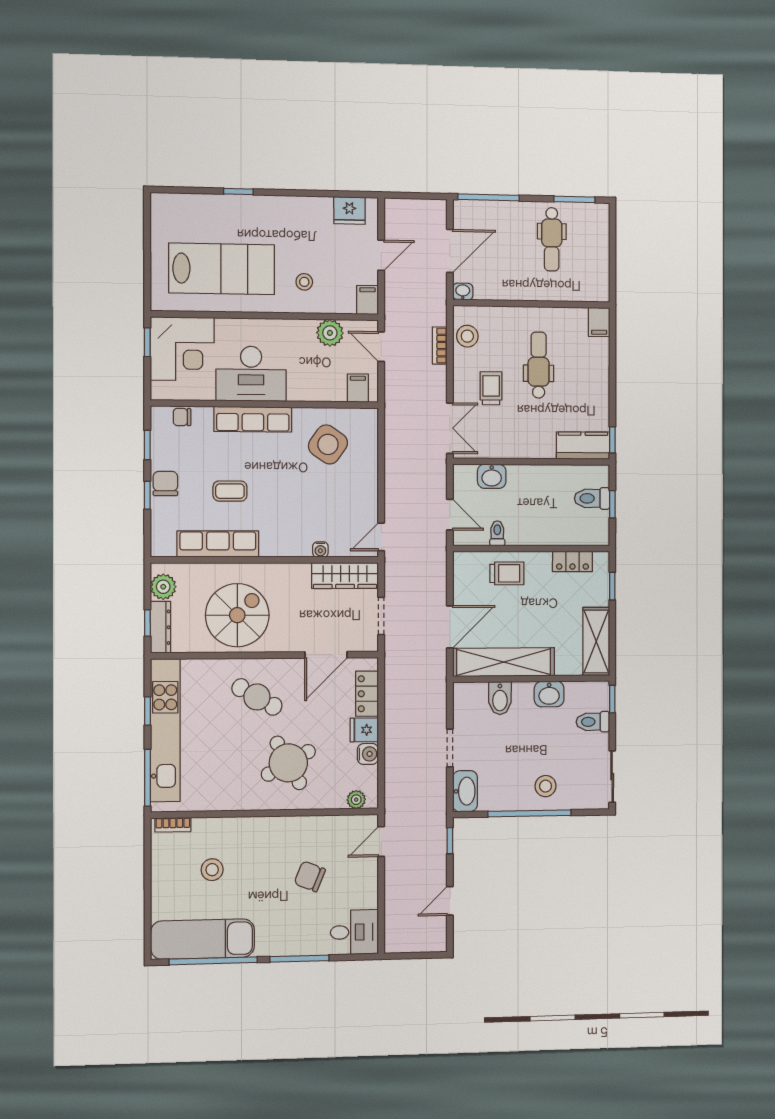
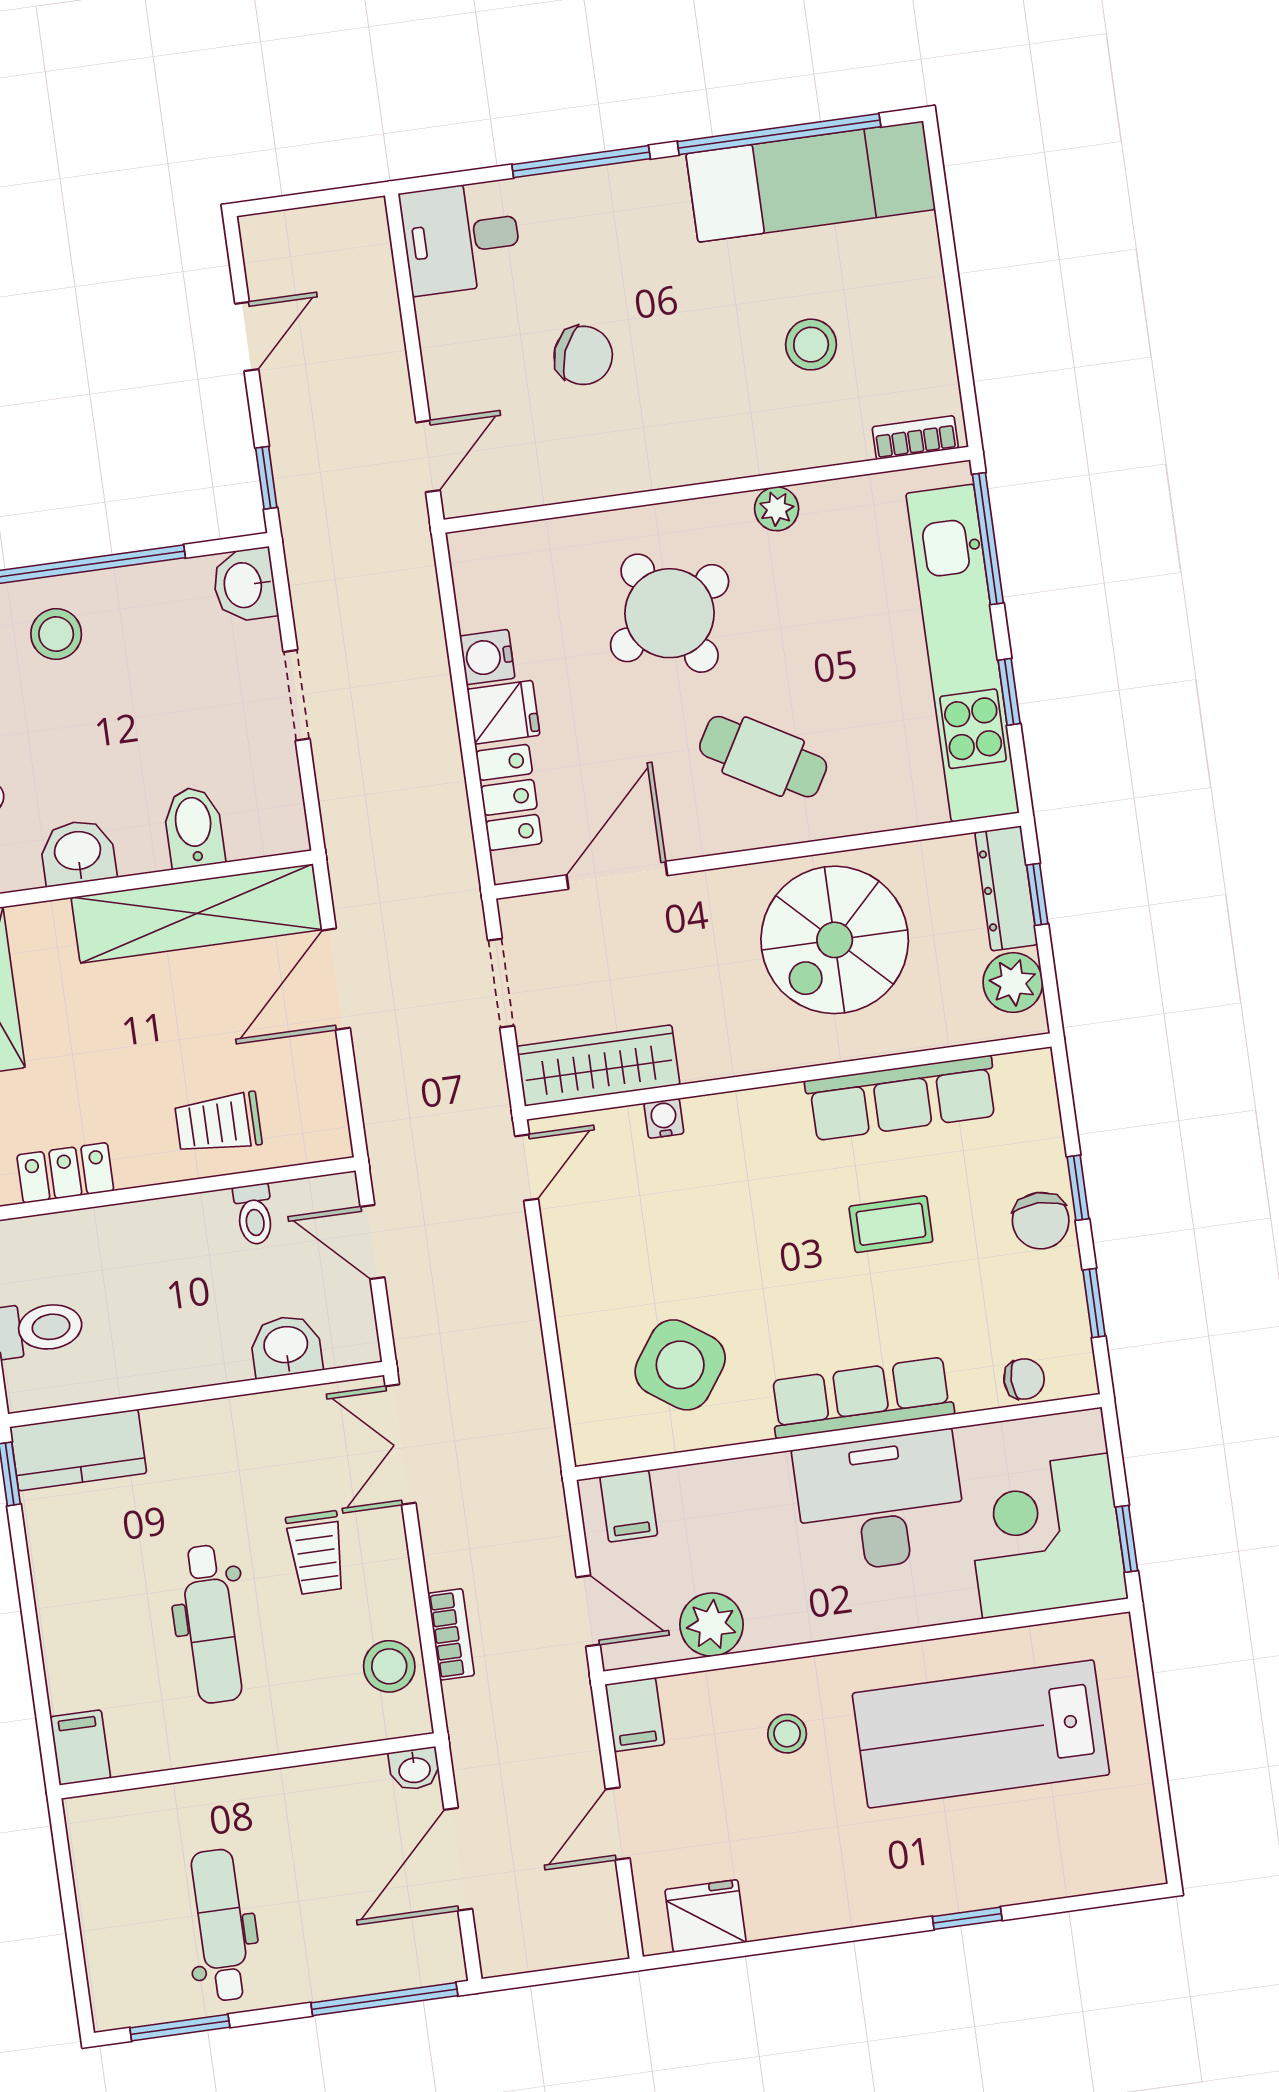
washbasin: (465, 791) -> (245, 585), width x0.72
plant: (356, 800) -> (777, 509), moved

